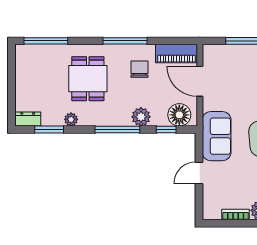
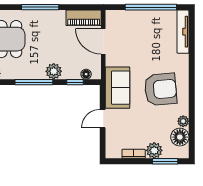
chair: (139, 69) -> (52, 31), removed
floor lamp: (179, 115) -> (86, 74), width x0.53, depth x0.53

